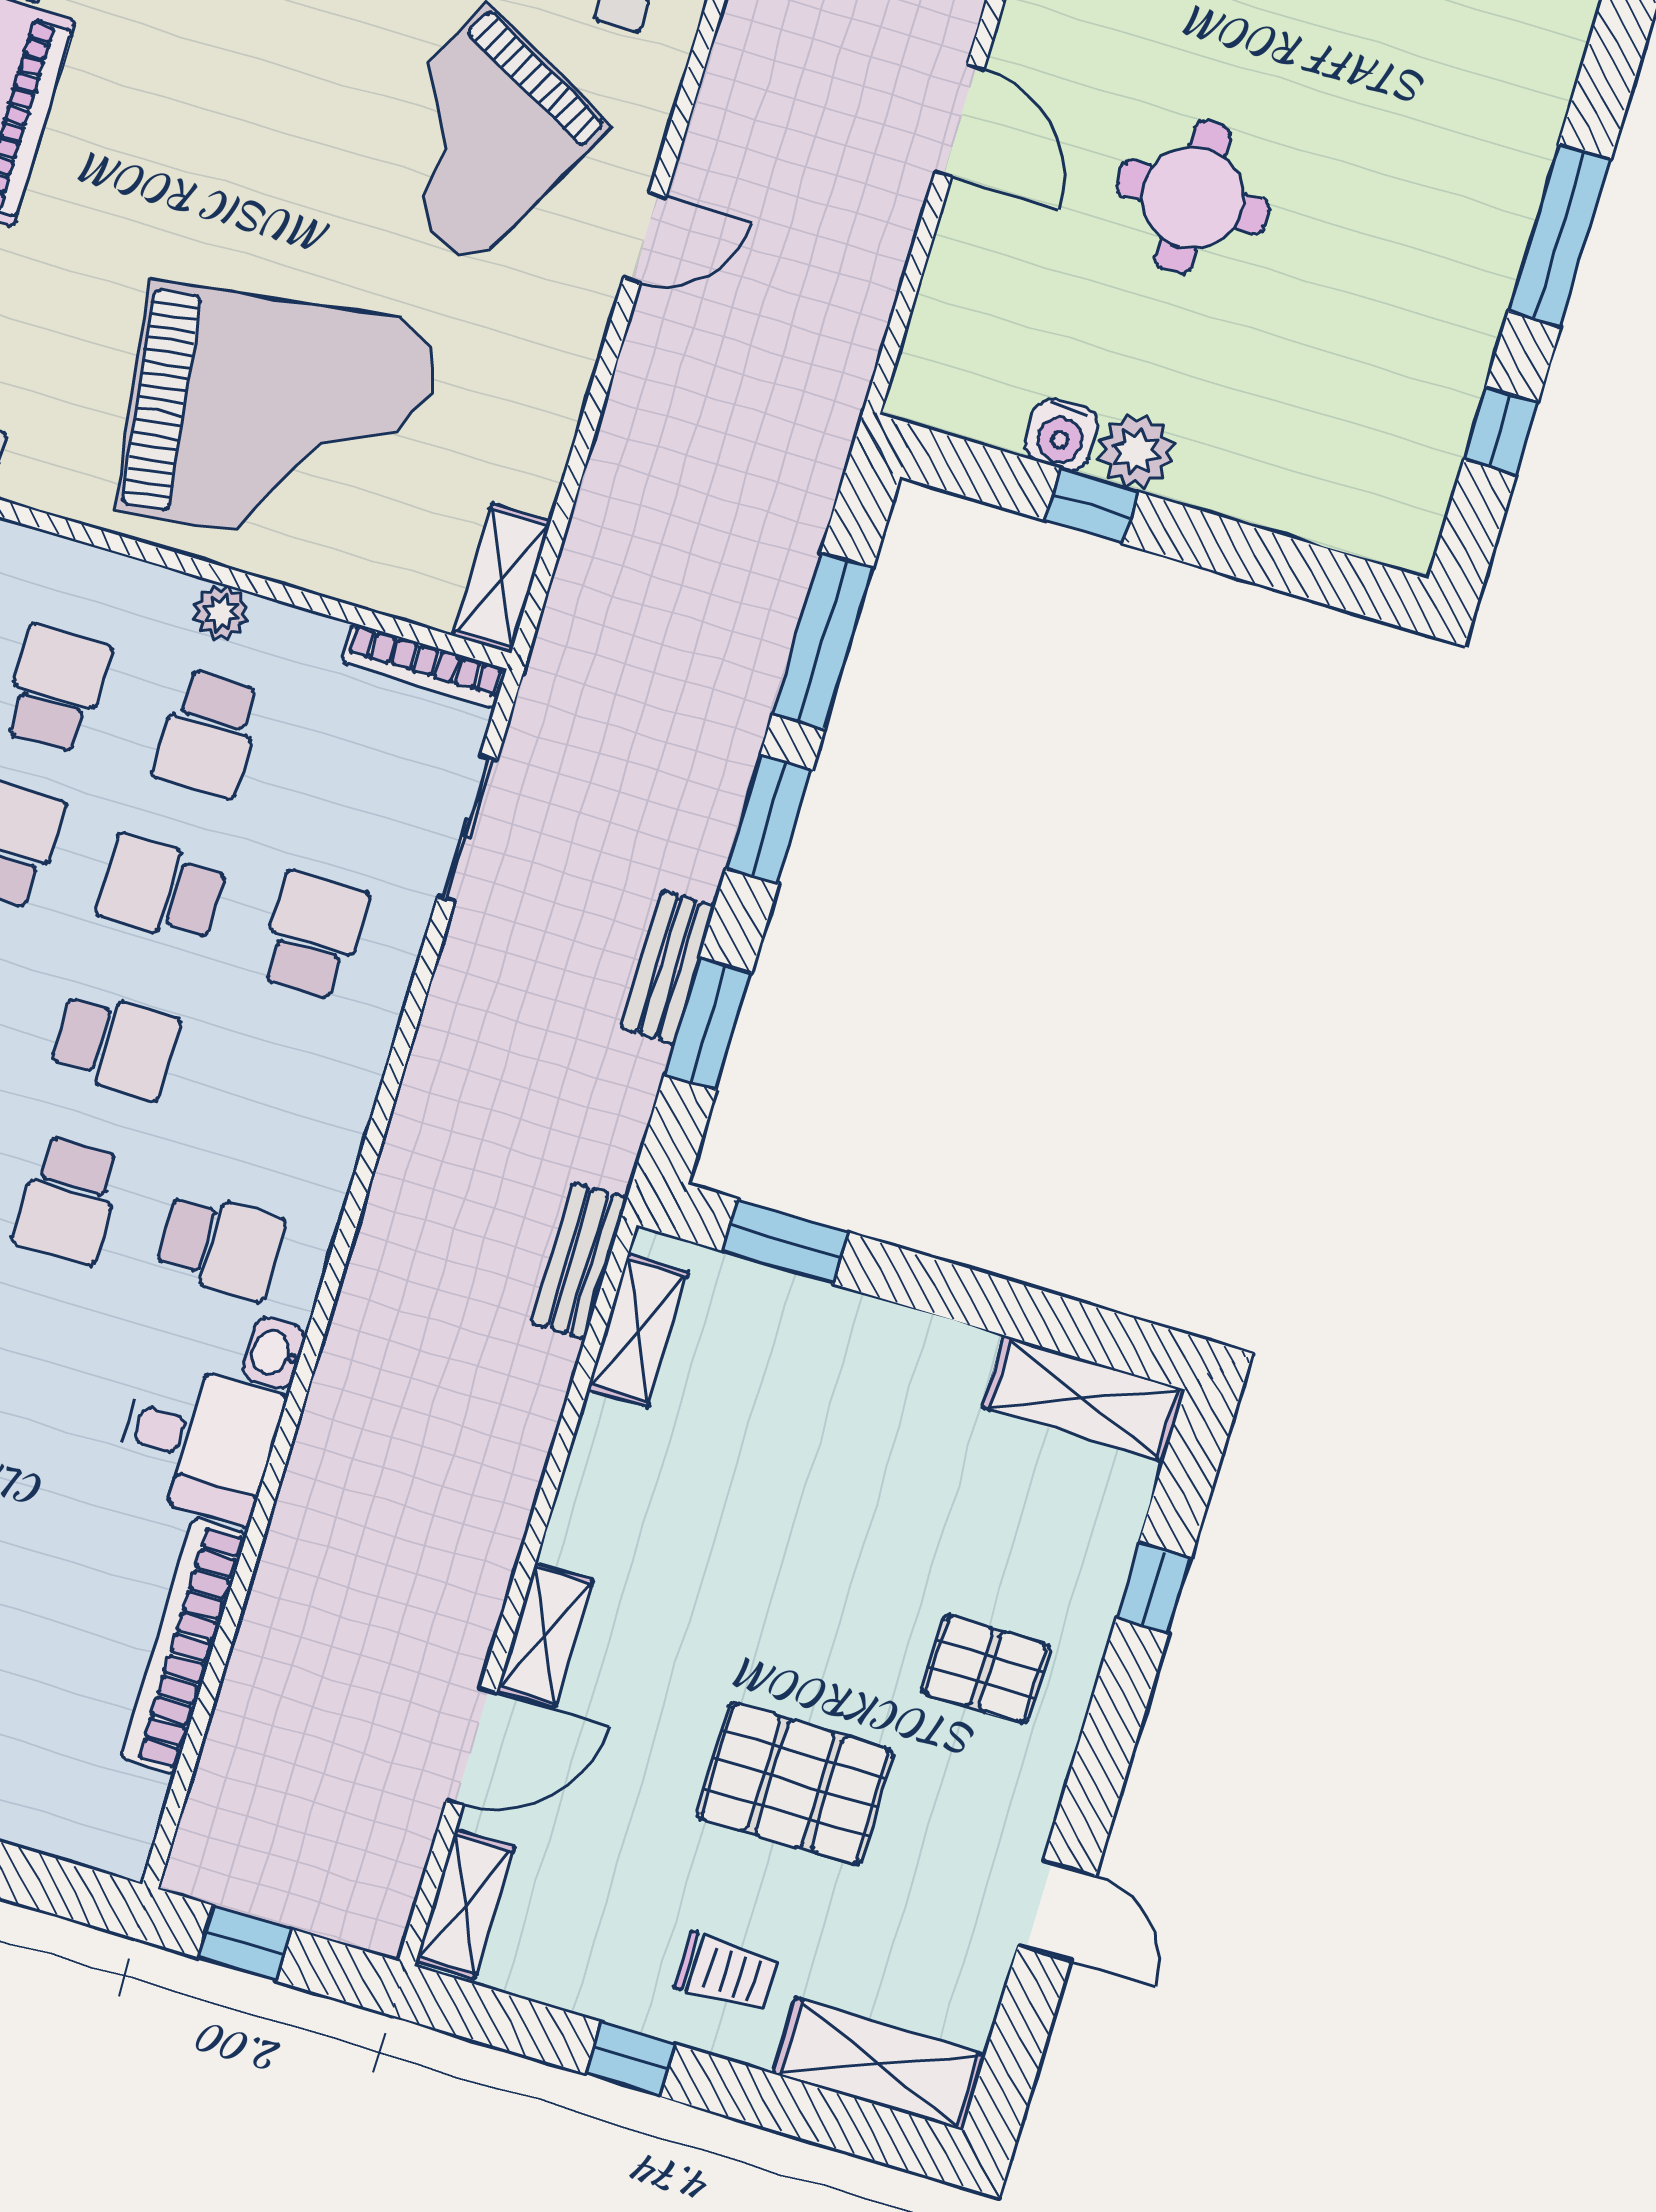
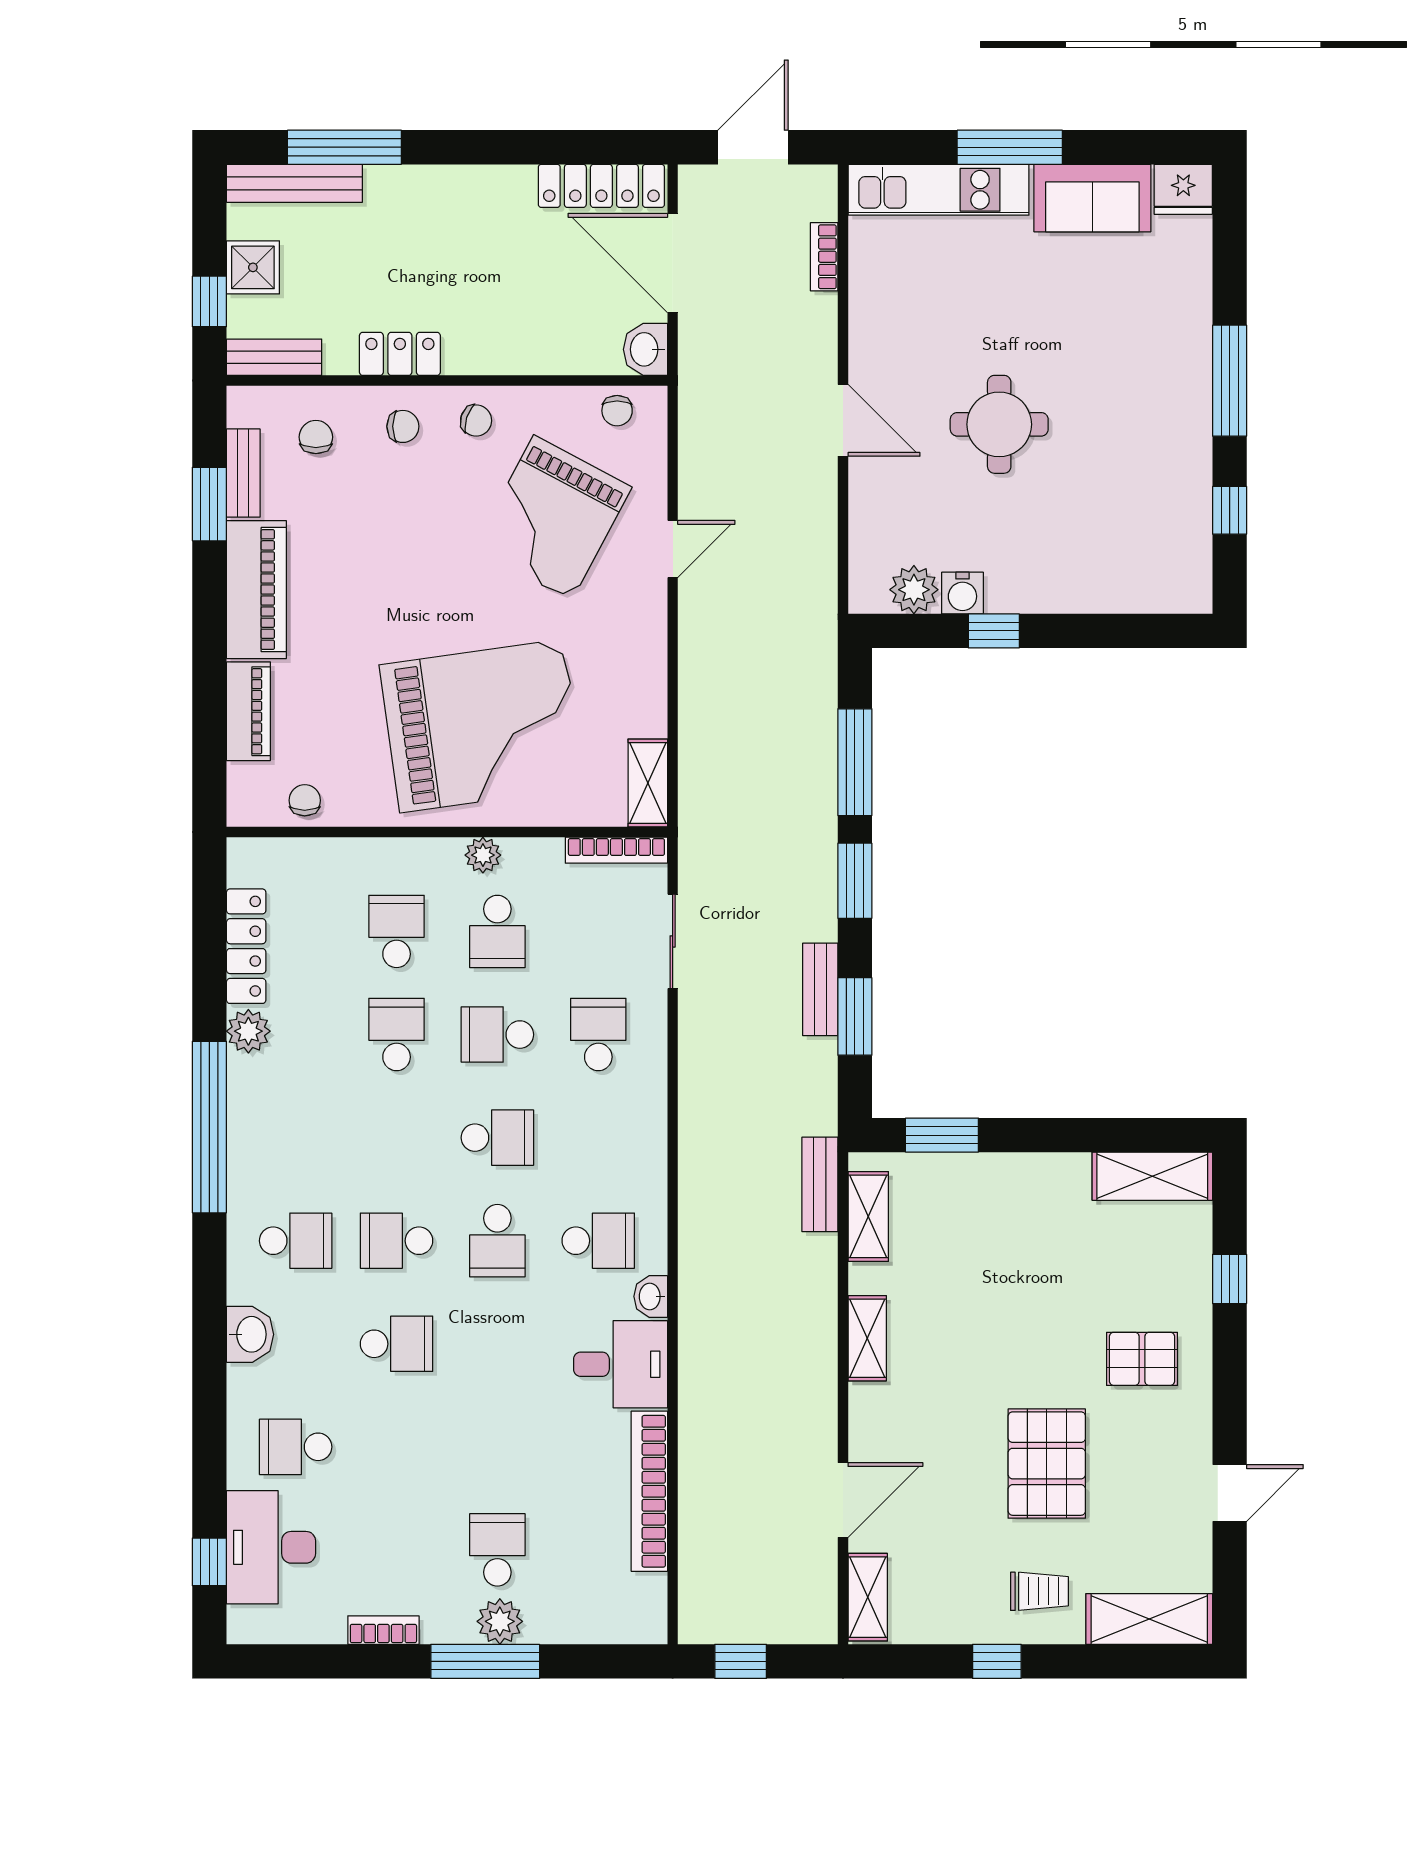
plant: (1136, 451) -> (914, 590), moved
shelving: (545, 1635) -> (867, 1338), moved
pallet: (795, 1784) -> (1047, 1464), turned 90
door: (1057, 1911) -> (1230, 1493), hinge flipped

